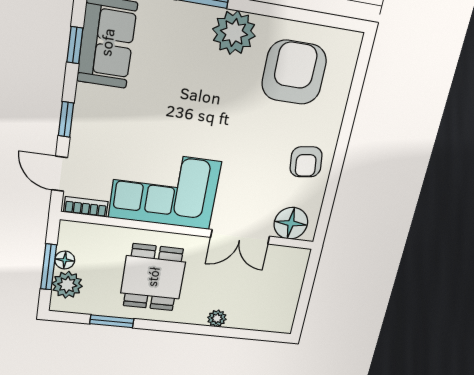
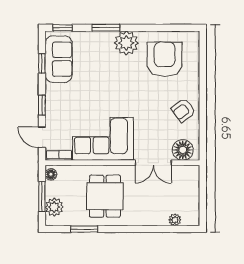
armchair: (306, 162) -> (183, 110), turned 60
floor lamp: (65, 260) -> (51, 174), moved
plant: (217, 318) -> (175, 220), moved

